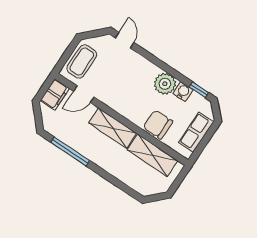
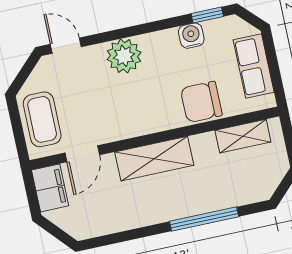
plant: (165, 84) -> (124, 56), moved
window: (70, 151) -> (204, 219), moved
shelving: (153, 155) -> (243, 136), width x0.67, depth x0.75

